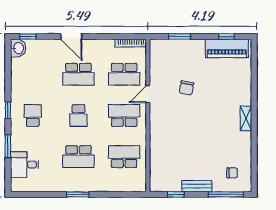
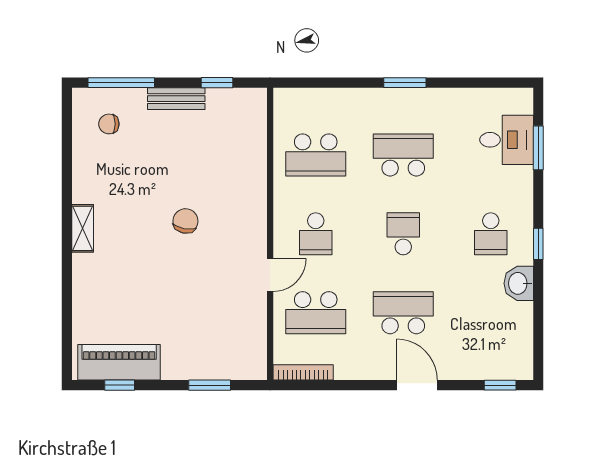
washbasin: (18, 48) -> (519, 283), moved
school desk: (124, 74) -> (316, 313), turned 180
chair: (186, 88) -> (185, 221), moved
school desk: (124, 115) -> (316, 234), width x0.54
window: (8, 146) -> (538, 148), moved

